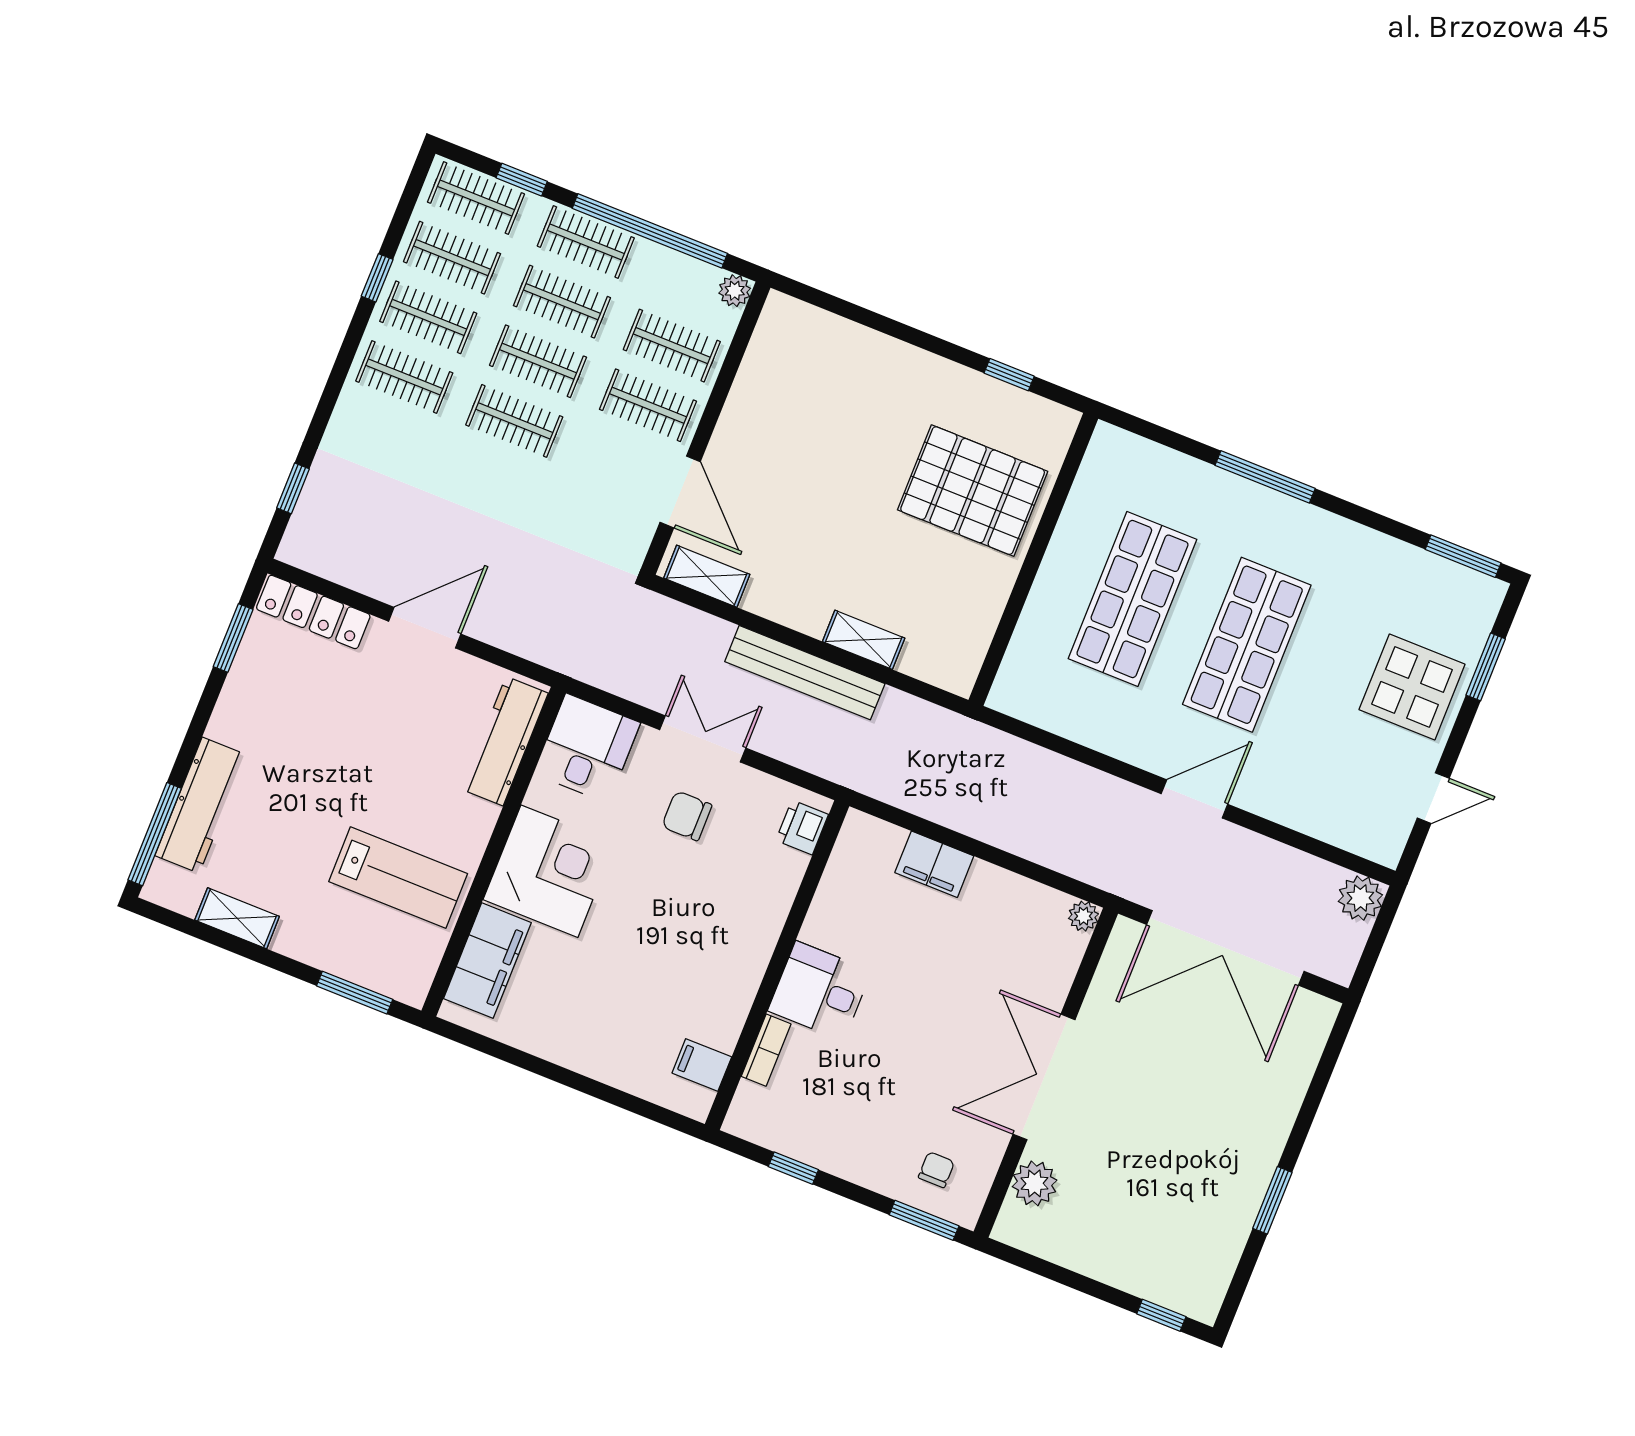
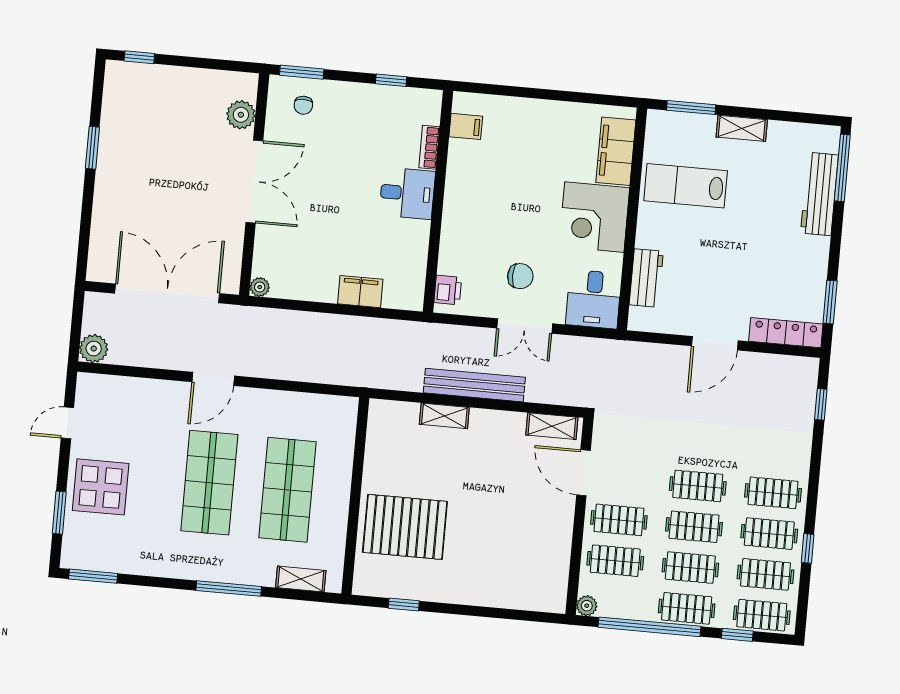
shelving: (1152, 459) -> (301, 579), added
workbench: (505, 741) -> (646, 278), width x0.73
shelving: (237, 918) -> (742, 128), moved

